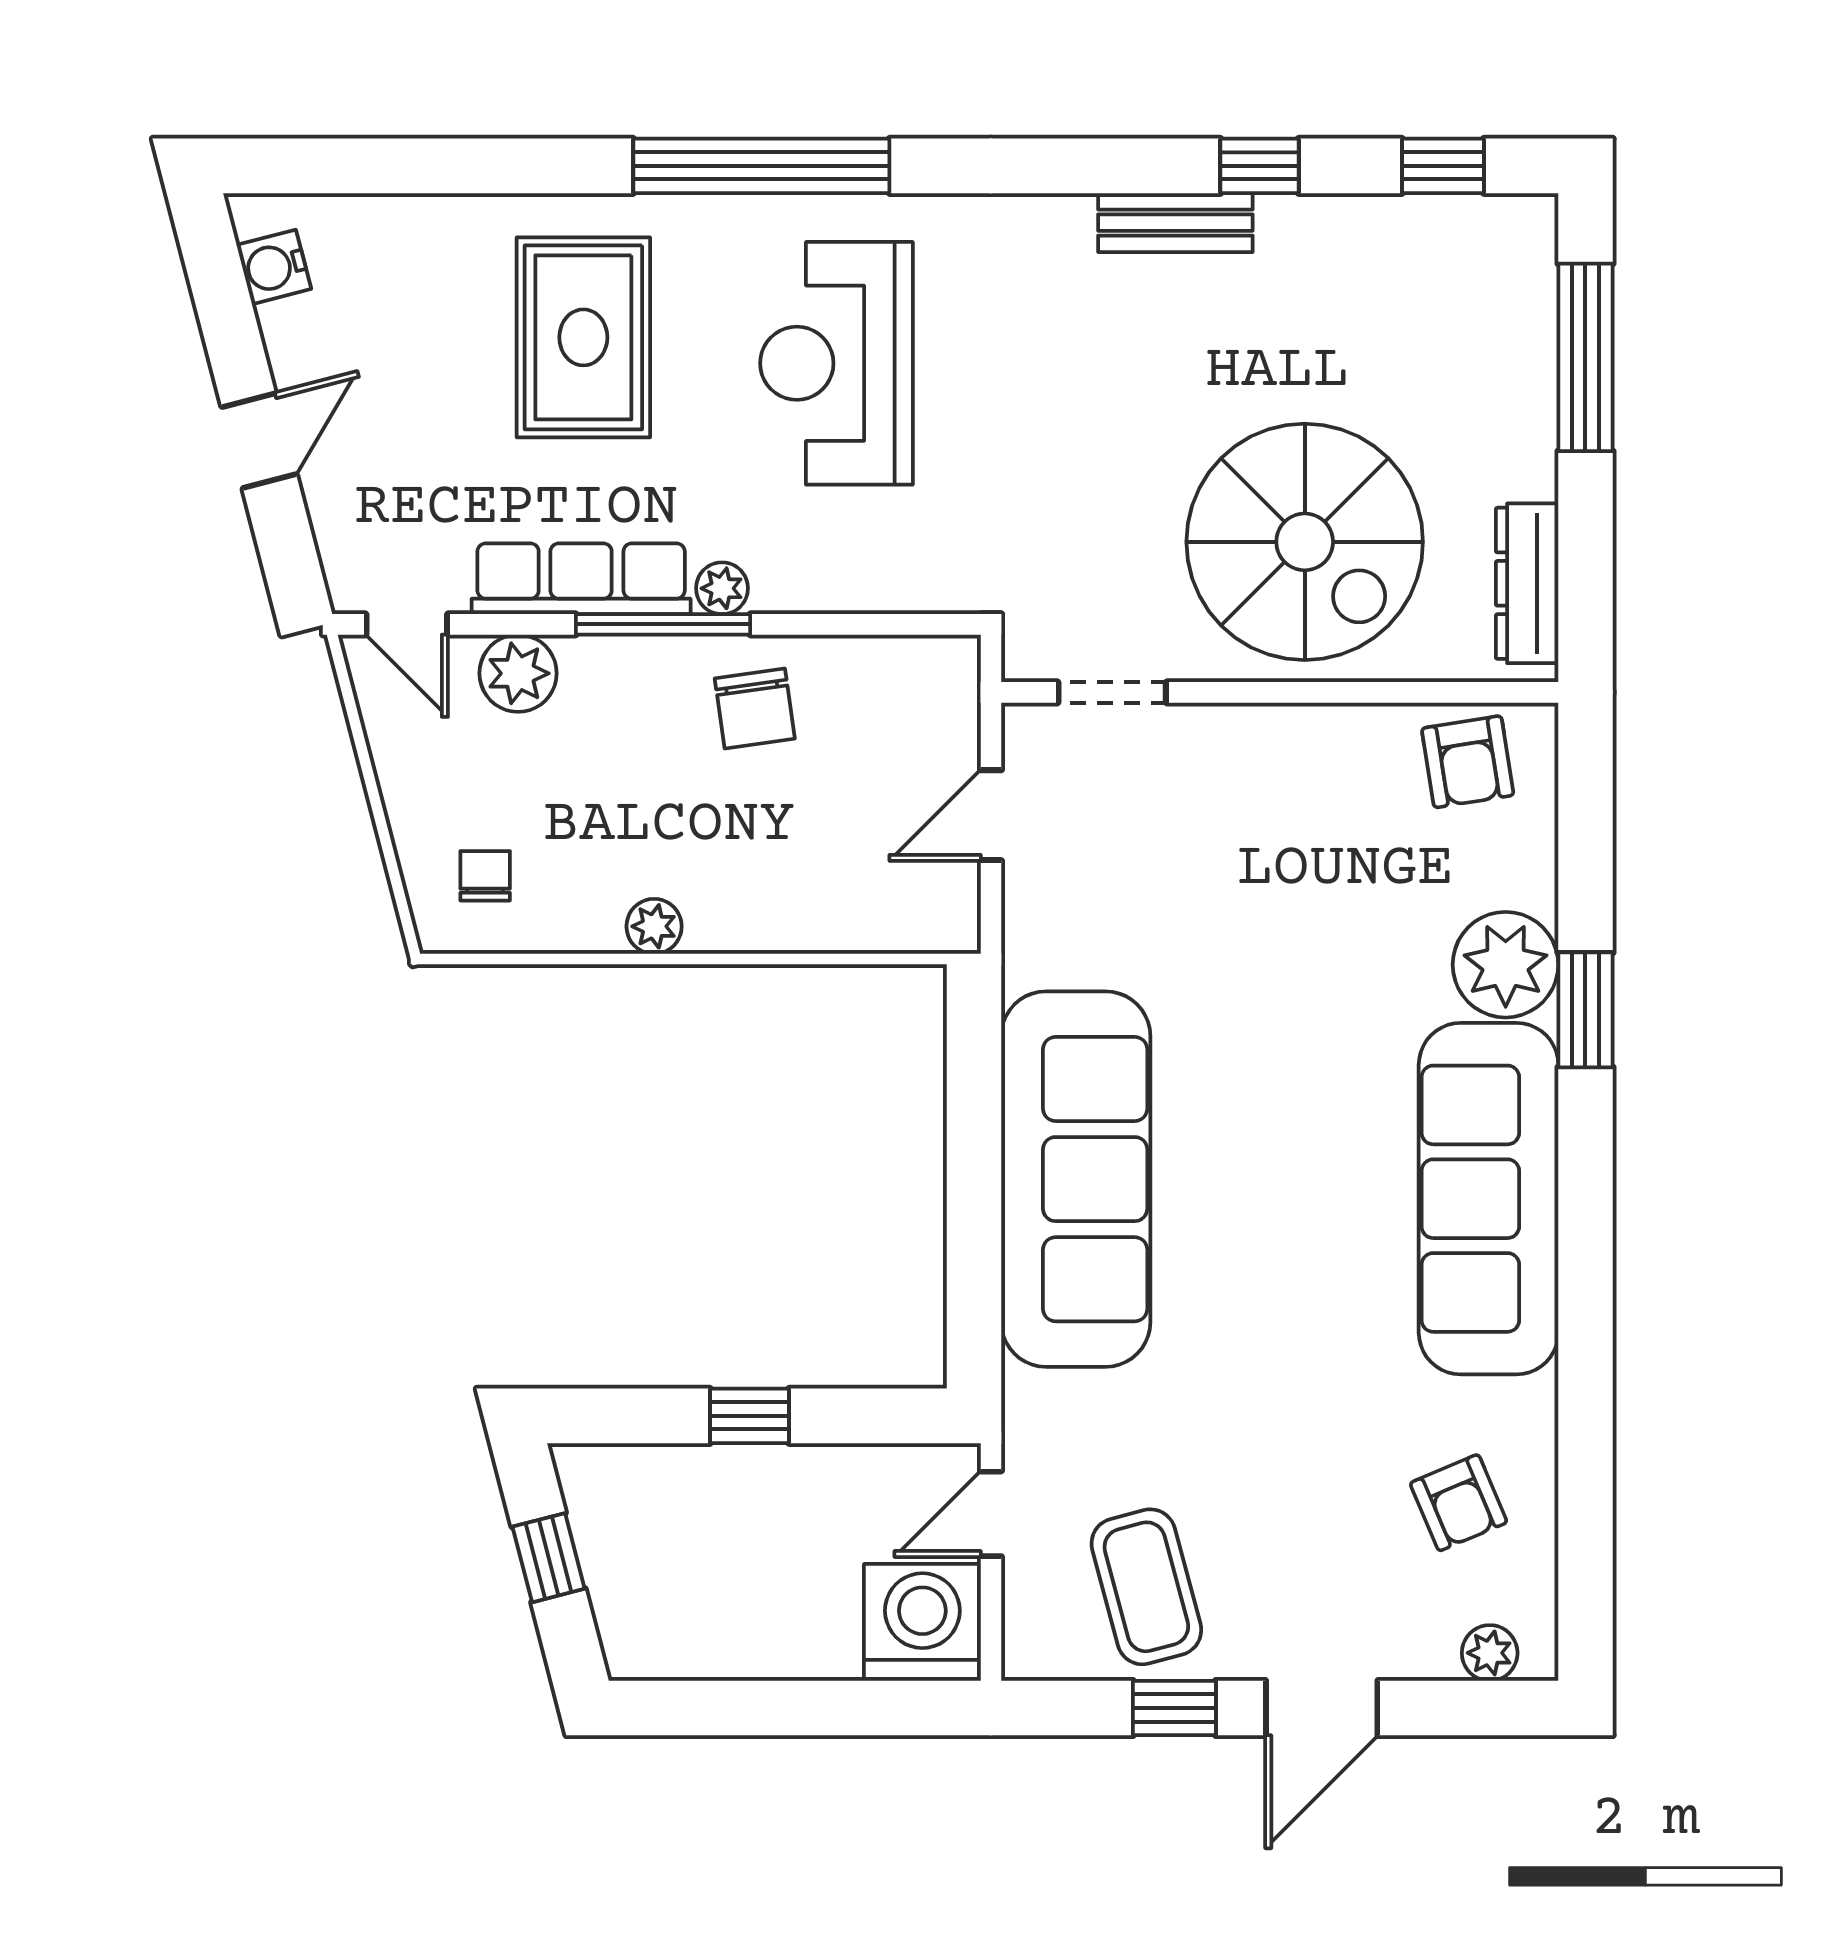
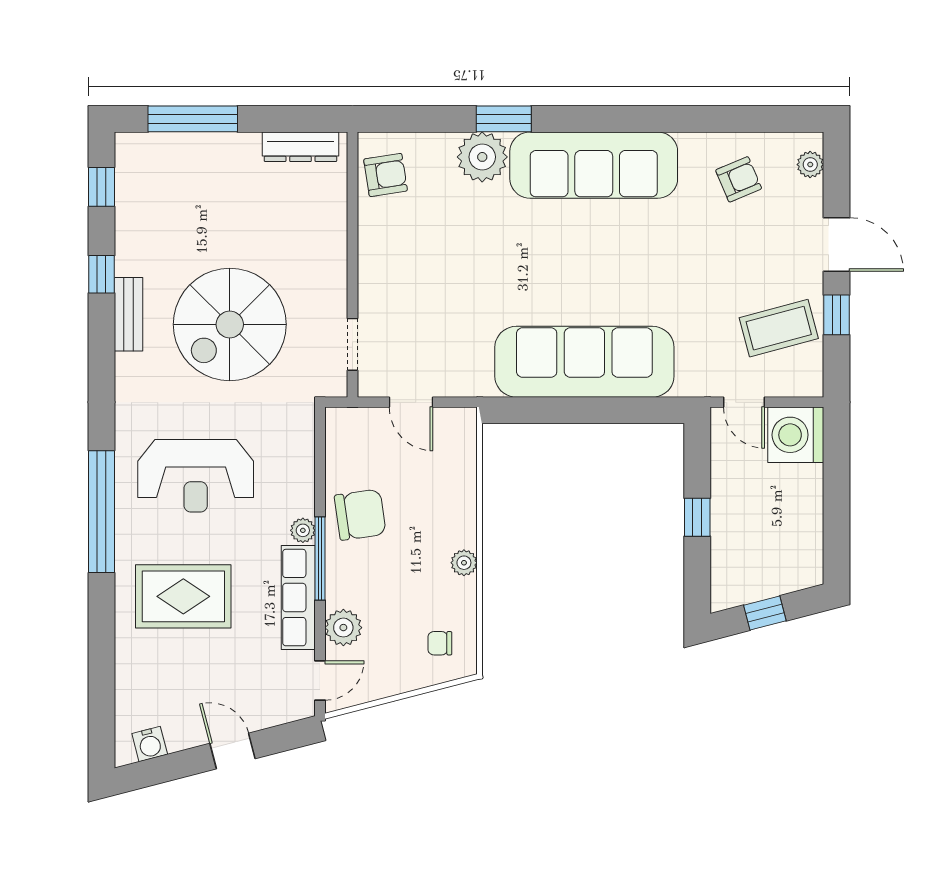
spiral stairs: (1305, 542) -> (230, 324), moved, turned 180
chair: (755, 709) -> (360, 515), width x1.37, depth x1.37

